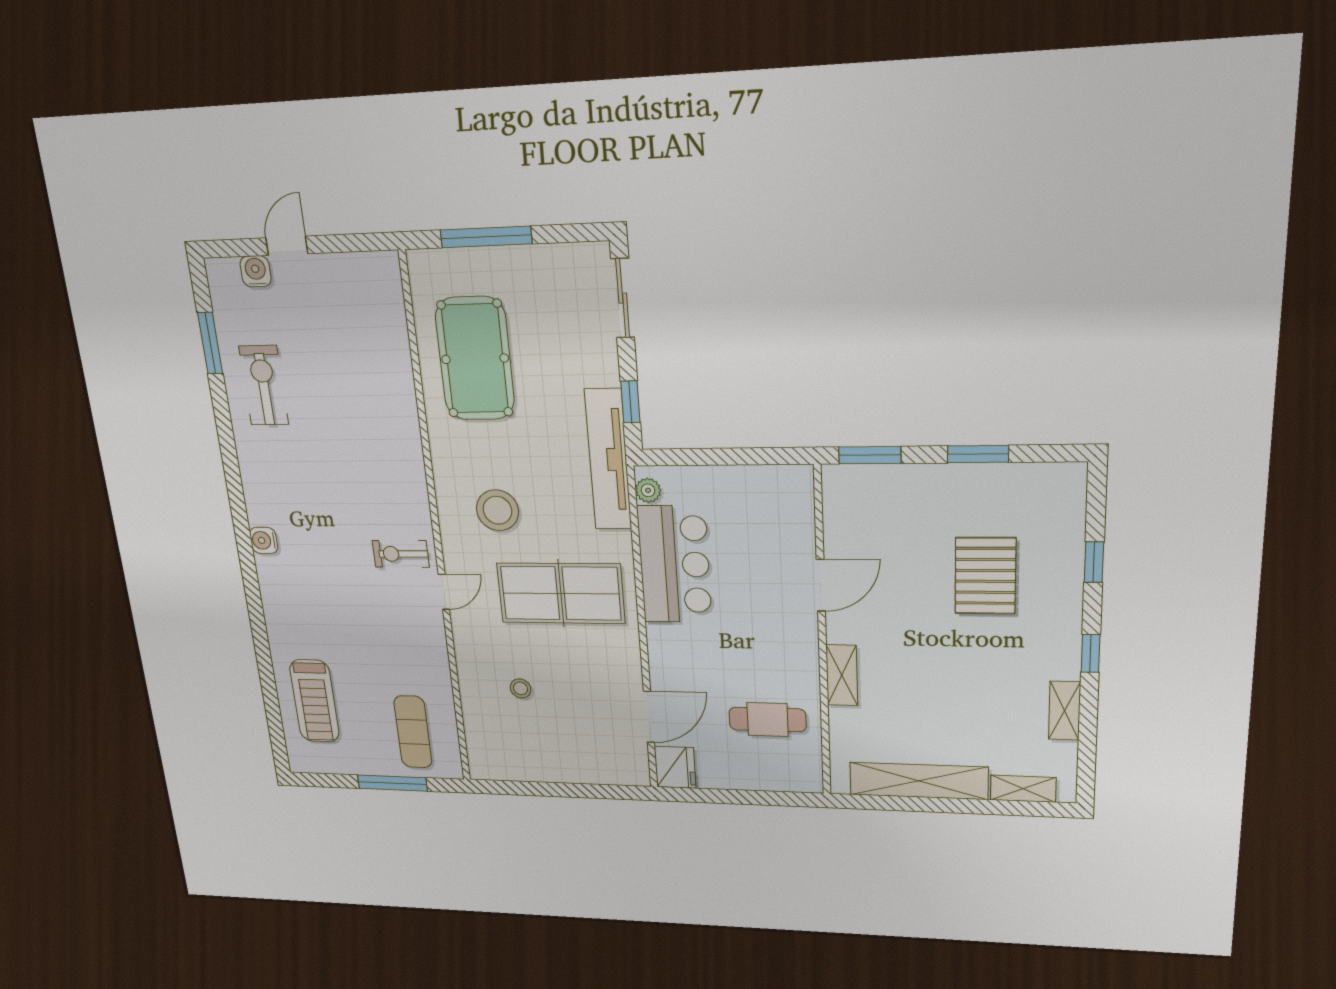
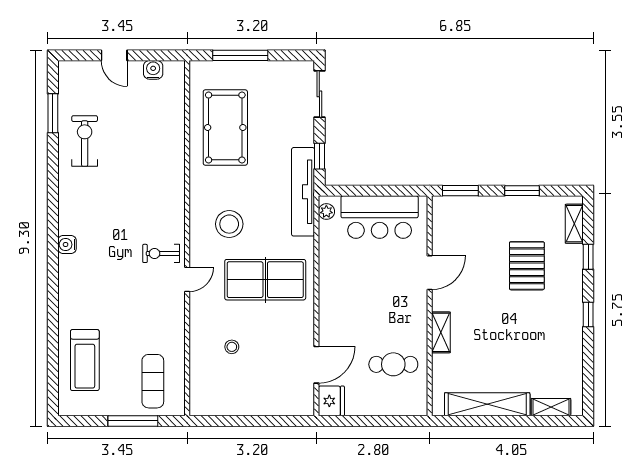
door: (287, 246) -> (114, 55), swing flipped
water cooler: (256, 271) -> (153, 70), moved
bar counter: (675, 564) -> (380, 217), moved, turned 90
shelving: (1064, 711) -> (574, 224), moved

